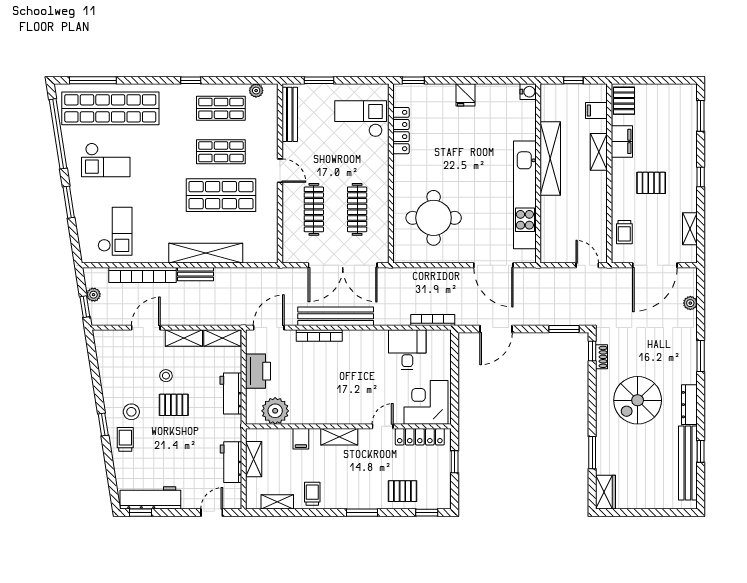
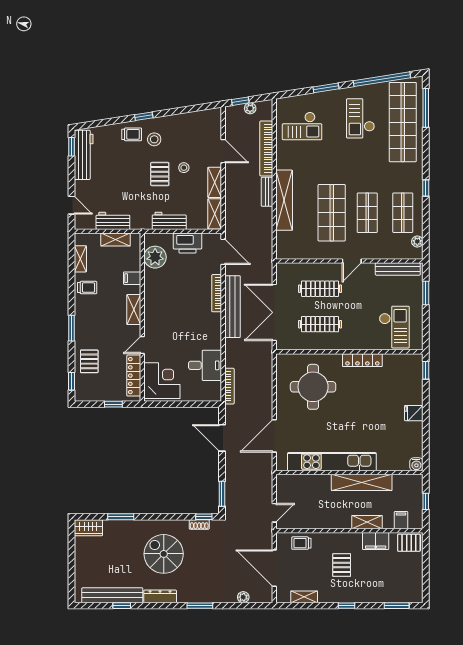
locker: (401, 131) -> (362, 360), moved
door: (383, 426) -> (142, 345), swing flipped

